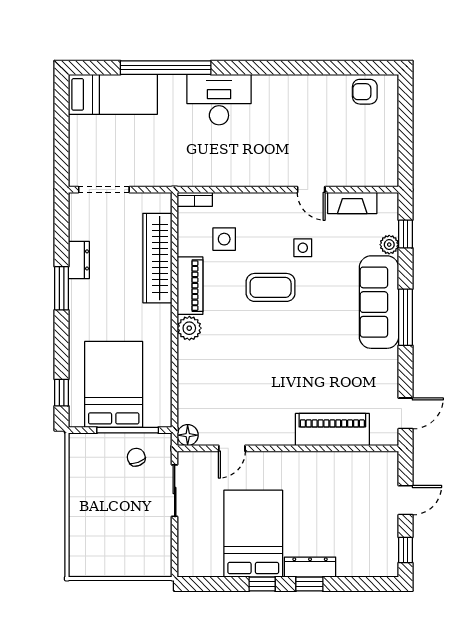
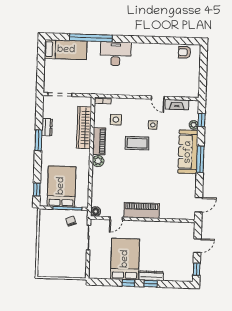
piano: (332, 430) -> (142, 210), moved

